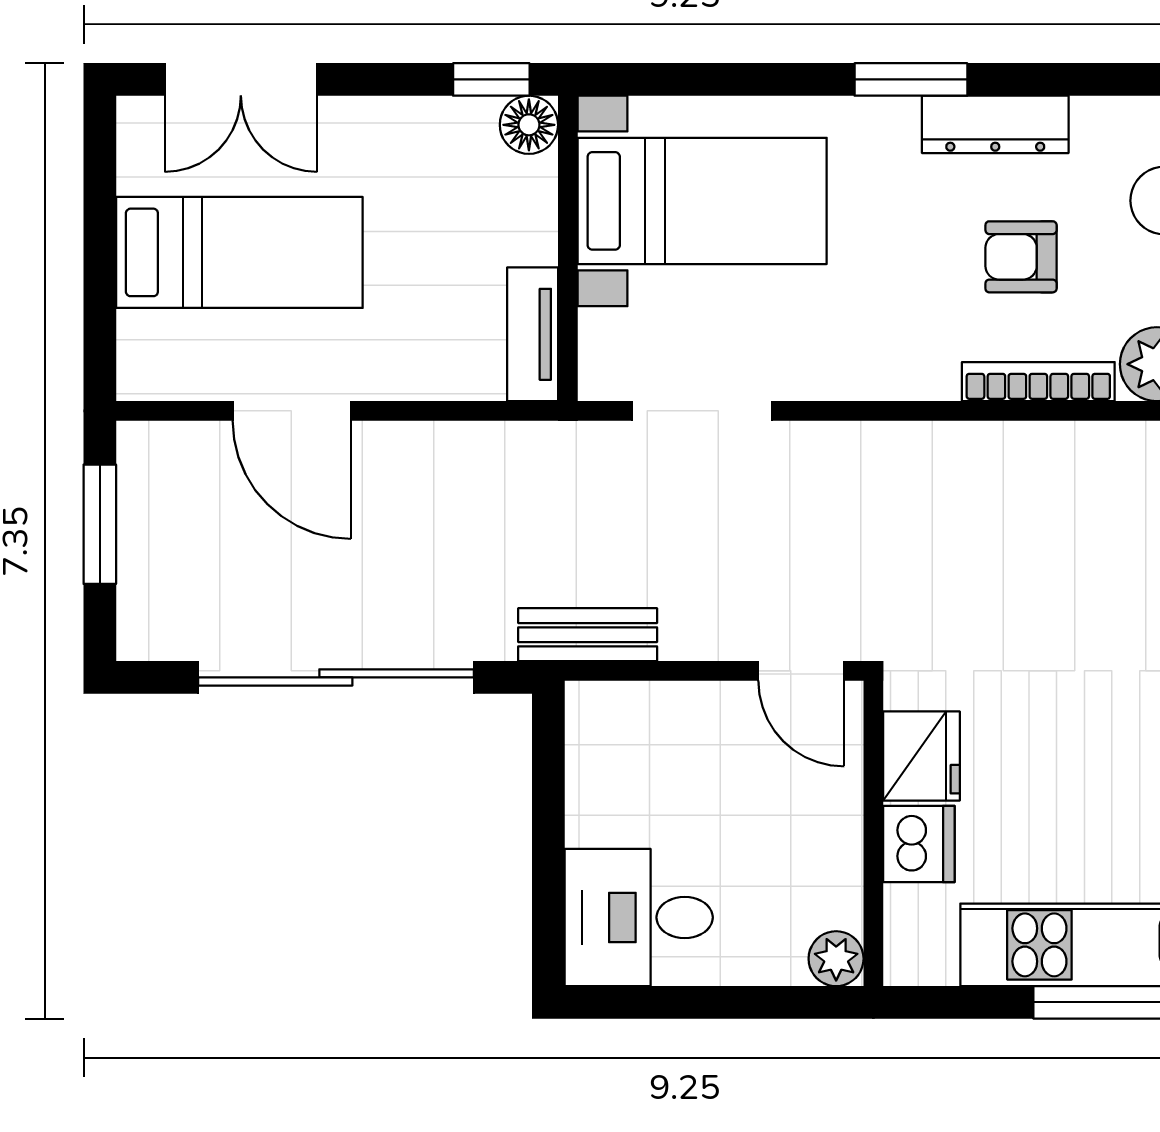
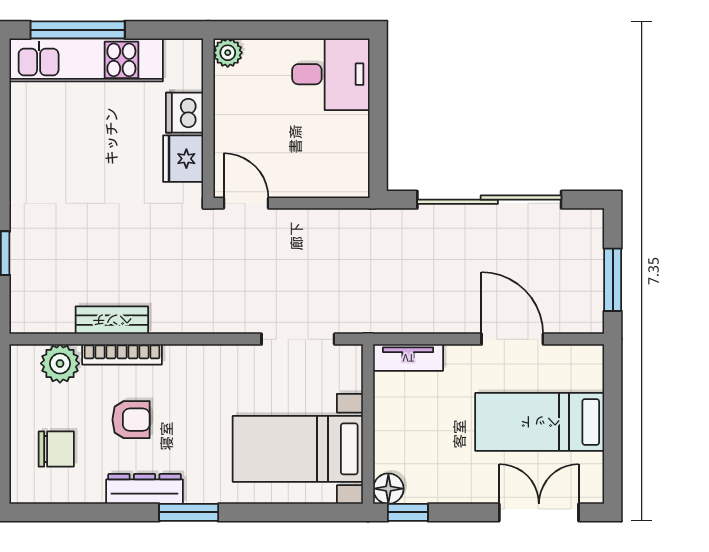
tv unit: (533, 334) -> (408, 358), moved, turned 90
bench: (588, 635) -> (112, 320), moved

